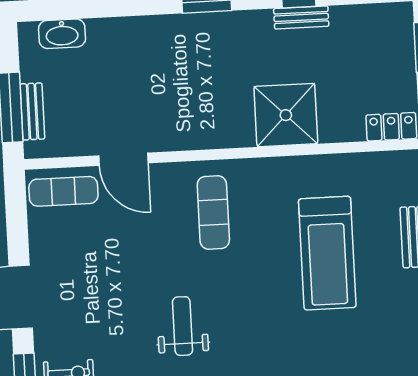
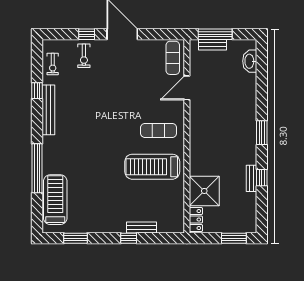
shower: (286, 115) -> (204, 191), moved
treadmill: (327, 253) -> (152, 167), moved
weight bench: (183, 326) -> (104, 113), removed

